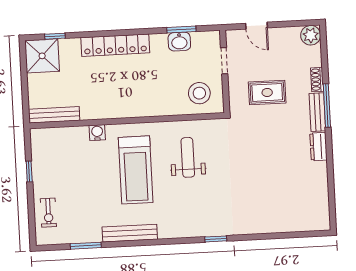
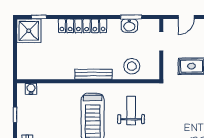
door: (256, 26) -> (186, 17), hinge flipped
stool: (199, 93) -> (132, 66), moved
bench: (54, 115) -> (93, 74), moved
water cooler: (97, 133) -> (31, 89), moved

